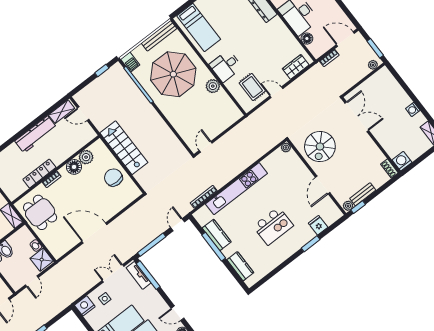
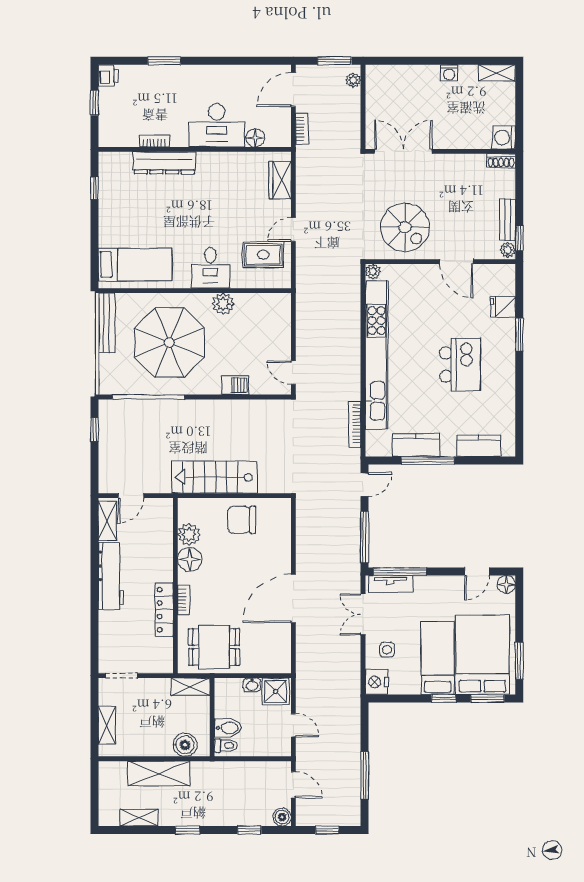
barbecue: (130, 62) -> (235, 385), moved
kitchen unit: (236, 189) -> (377, 355), width x1.36
door: (178, 225) -> (365, 485), swing flipped

